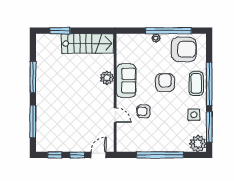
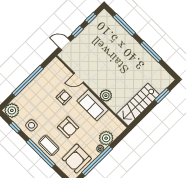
plant: (142, 42) -> (106, 138), added
window: (209, 127) -> (15, 127), width x0.46
door: (98, 155) -> (65, 44), swing flipped

